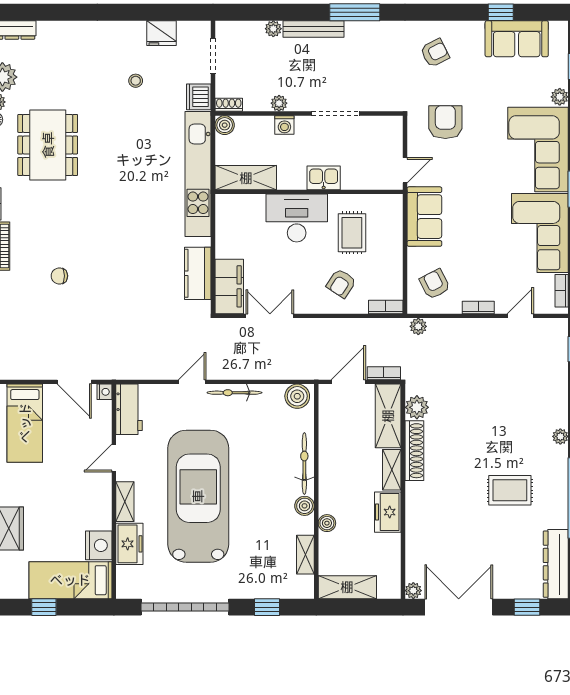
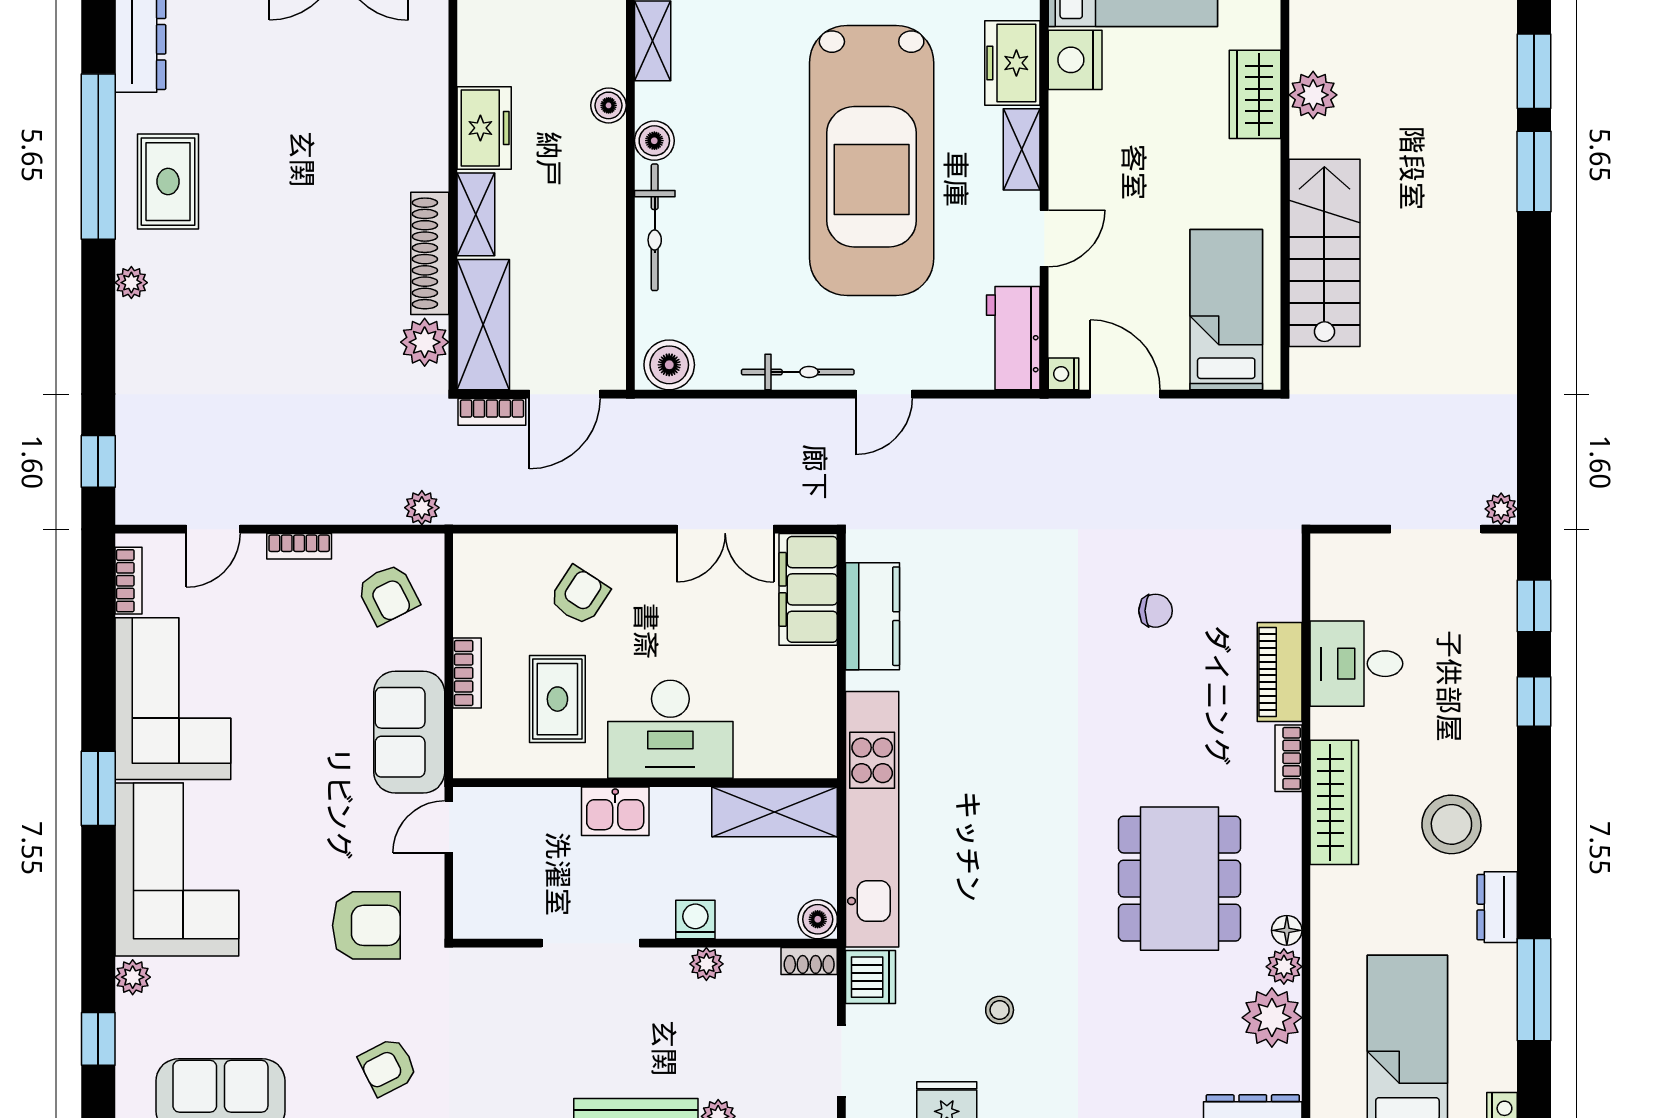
armchair: (445, 122) -> (366, 925), turned -90
bookcase: (386, 307) -> (467, 673), moved, turned -90
rug: (510, 490) -> (168, 182), moved, turned 90

